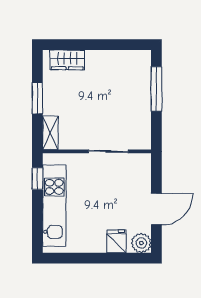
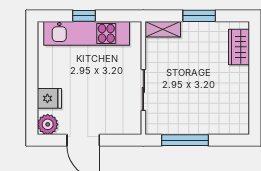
window: (156, 89) -> (185, 140), moved
window: (37, 179) -> (84, 16), moved

